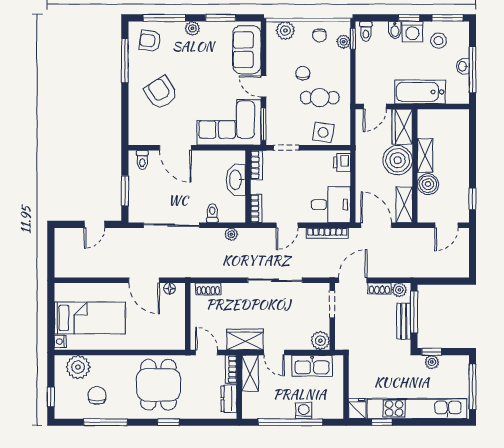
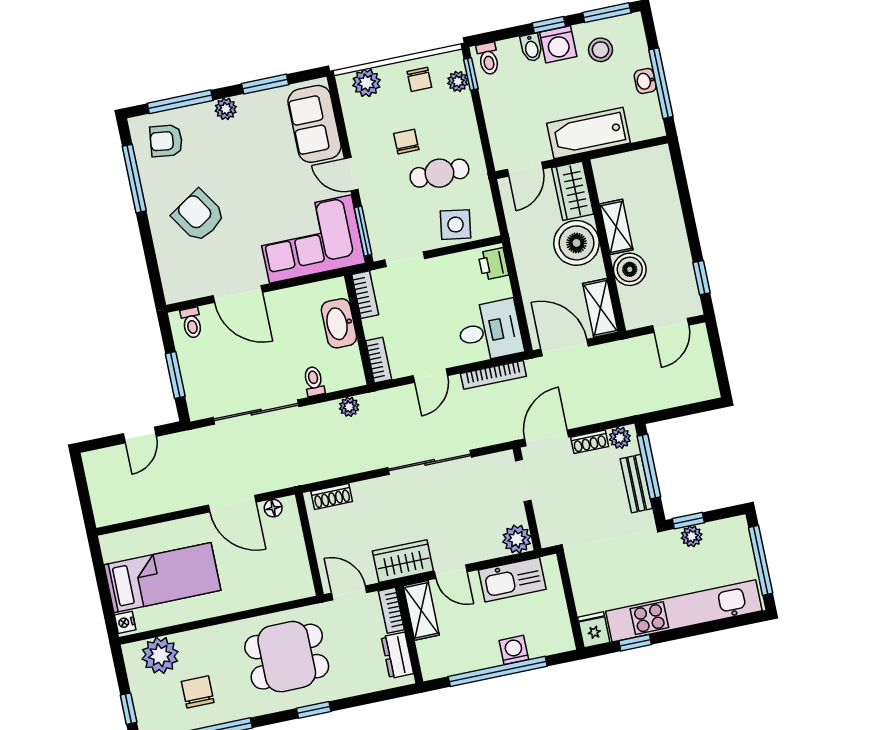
dining table: (158, 385) -> (287, 657), turned 90

